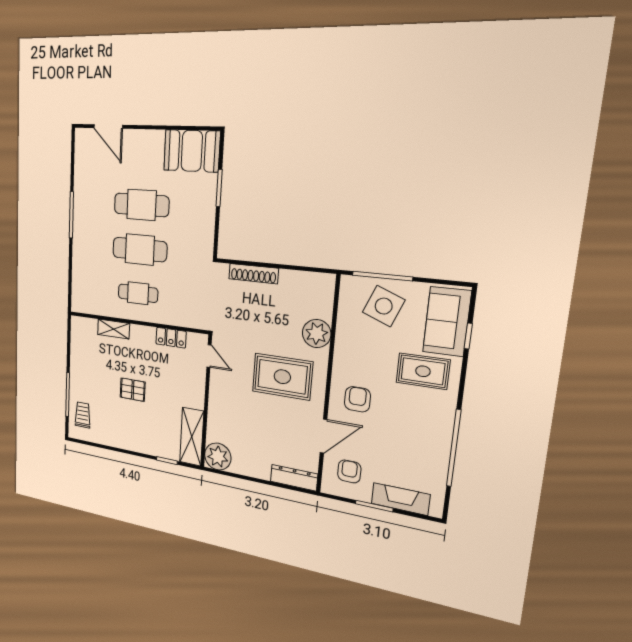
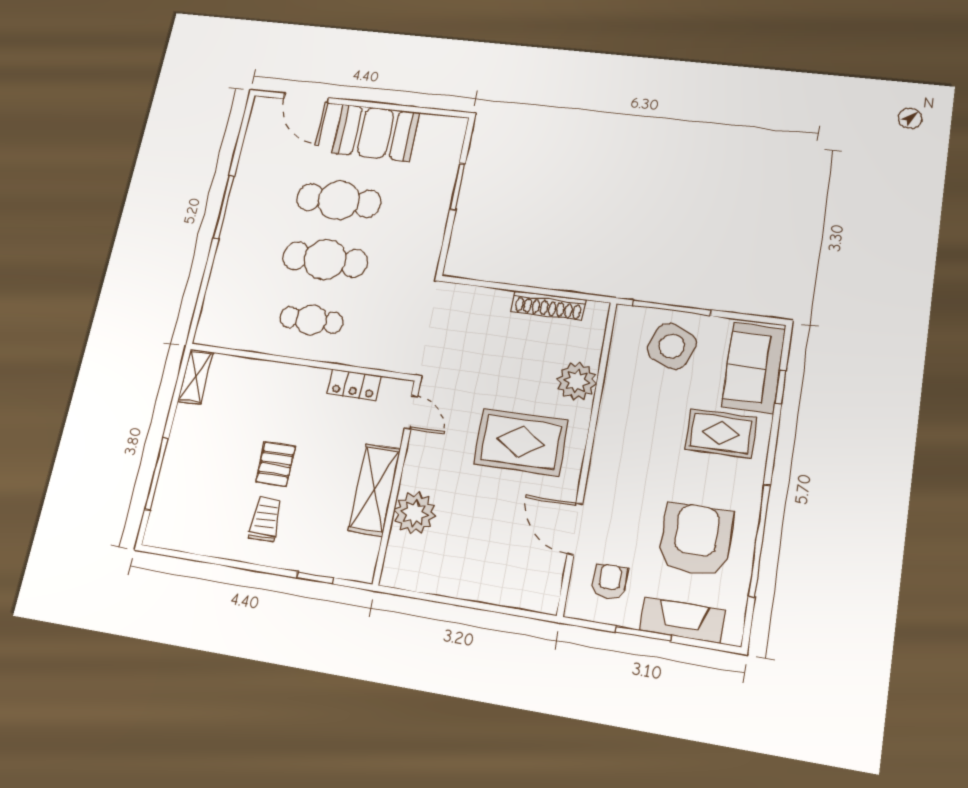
booth: (192, 151) -> (376, 133), moved
shoe rack: (253, 274) -> (548, 306), moved
shelving: (114, 329) -> (196, 376), moved, turned 90
pallet: (133, 390) -> (276, 464), turned 90
armchair: (357, 399) -> (696, 540), moved, width x1.88, depth x1.88
trolley: (83, 415) -> (266, 519), moved
door: (323, 436) -> (575, 529), swing flipped
shelving: (192, 437) -> (374, 490), moved
plant: (218, 457) -> (415, 513), moved
dresser: (294, 478) -> (524, 596), removed

